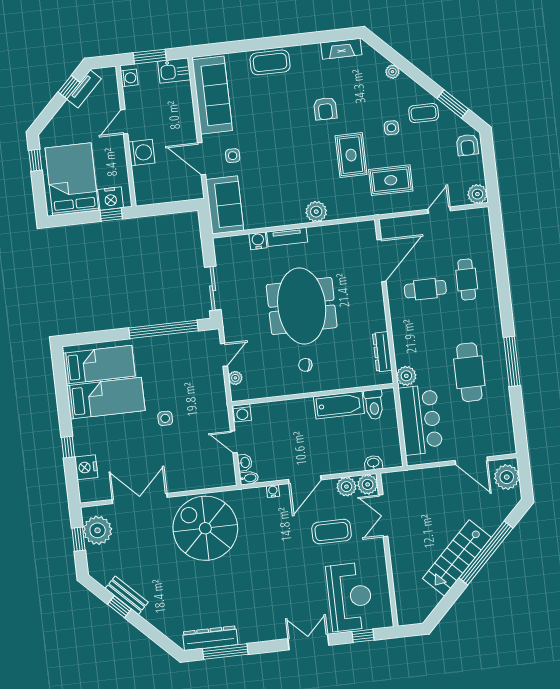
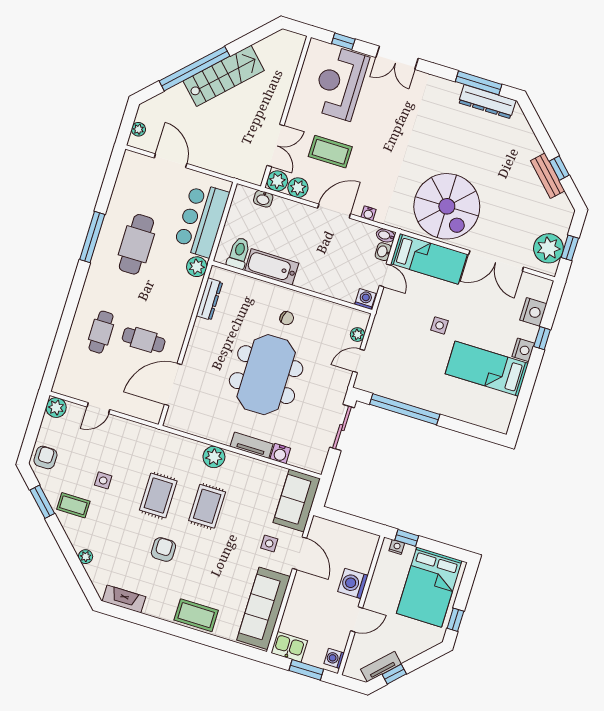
side table: (391, 128) -> (103, 480), moved
rug: (391, 180) -> (207, 506), moved, turned 90
nightstand: (111, 198) -> (397, 547), width x0.53, depth x0.56
bed: (99, 365) -> (429, 259), moved, turned 180
nightstand: (80, 429) -> (523, 350), added
plant: (507, 477) -> (138, 129), width x0.53, depth x0.53

